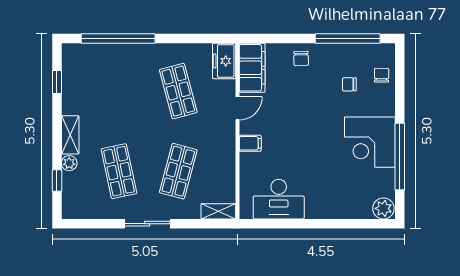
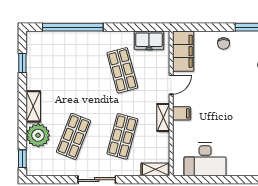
freezer: (224, 61) -> (149, 40), moved, turned -90
shelving: (228, 148) -> (163, 118), added
plant: (69, 163) -> (38, 135), width x1.88, depth x1.88
shop shelf: (119, 171) -> (73, 136), turned 33
window: (57, 180) -> (22, 159), moved

